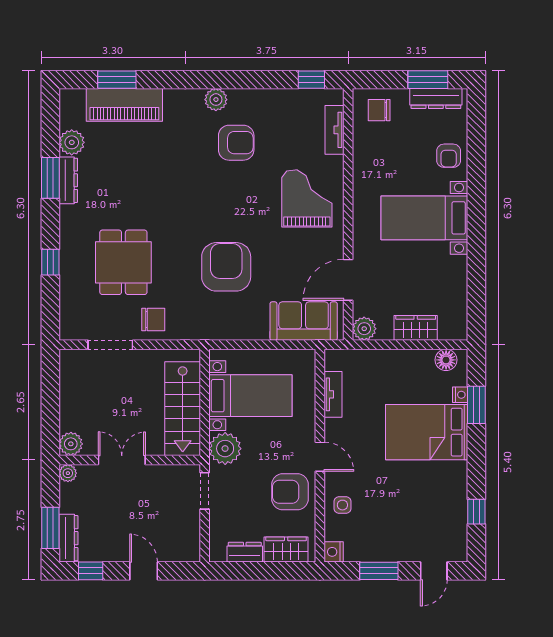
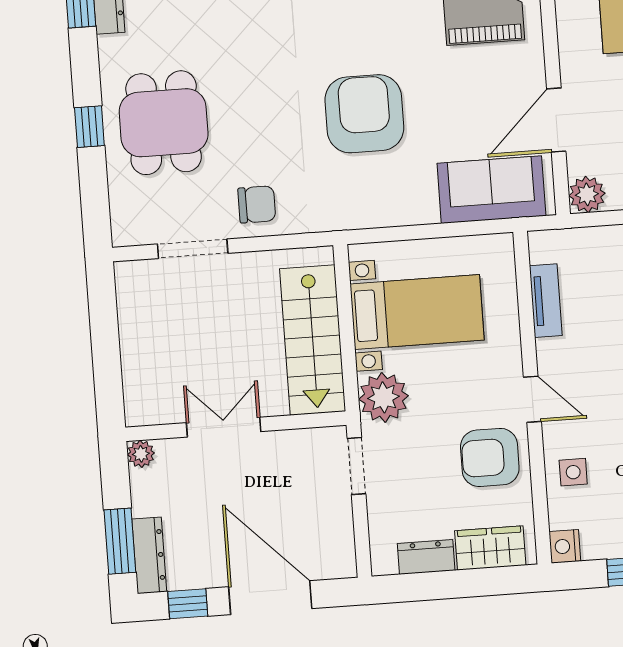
dining table: (123, 262) -> (164, 123), moved
plant: (71, 444) -> (142, 408), removed
door: (144, 571) -> (270, 598), width x1.87

